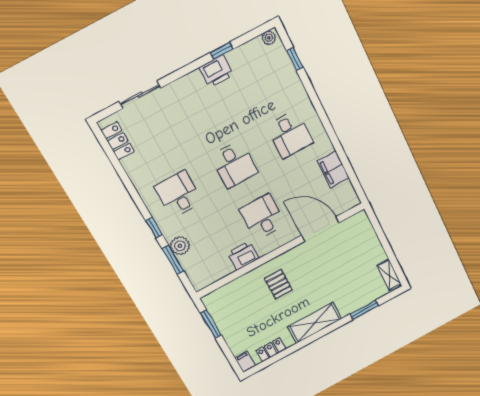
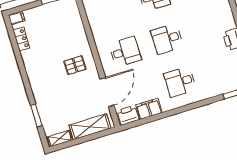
printer: (243, 256) -> (128, 115), moved, turned -90
pallet: (278, 284) -> (75, 65), moved
shelving: (315, 323) -> (90, 127), moved, turned 90

